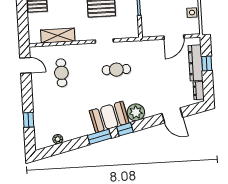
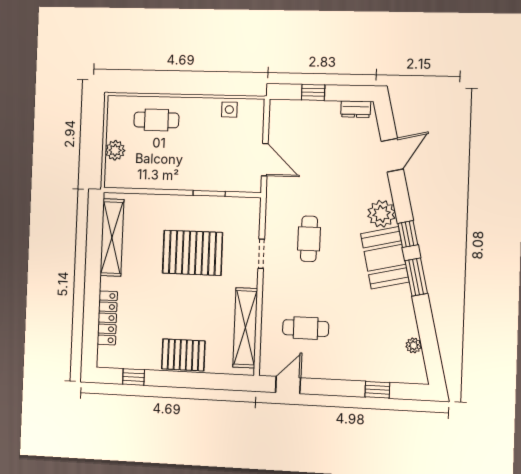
shelving: (58, 36) -> (245, 328), width x1.47
door: (174, 37) -> (265, 160), moved
dresser: (196, 63) -> (310, 110), removed

